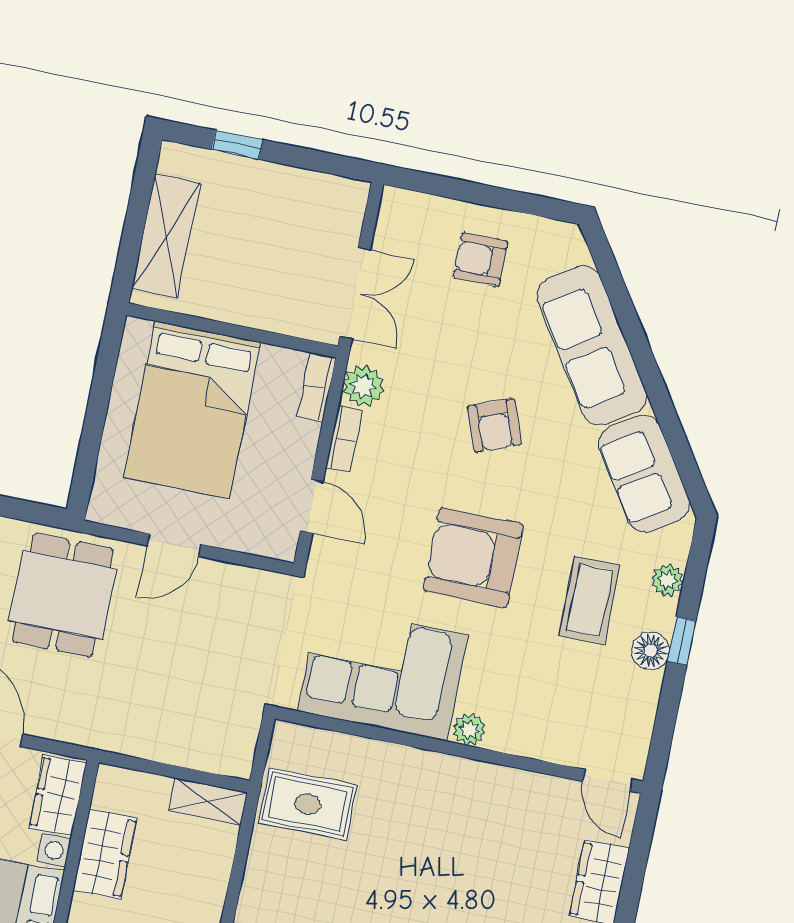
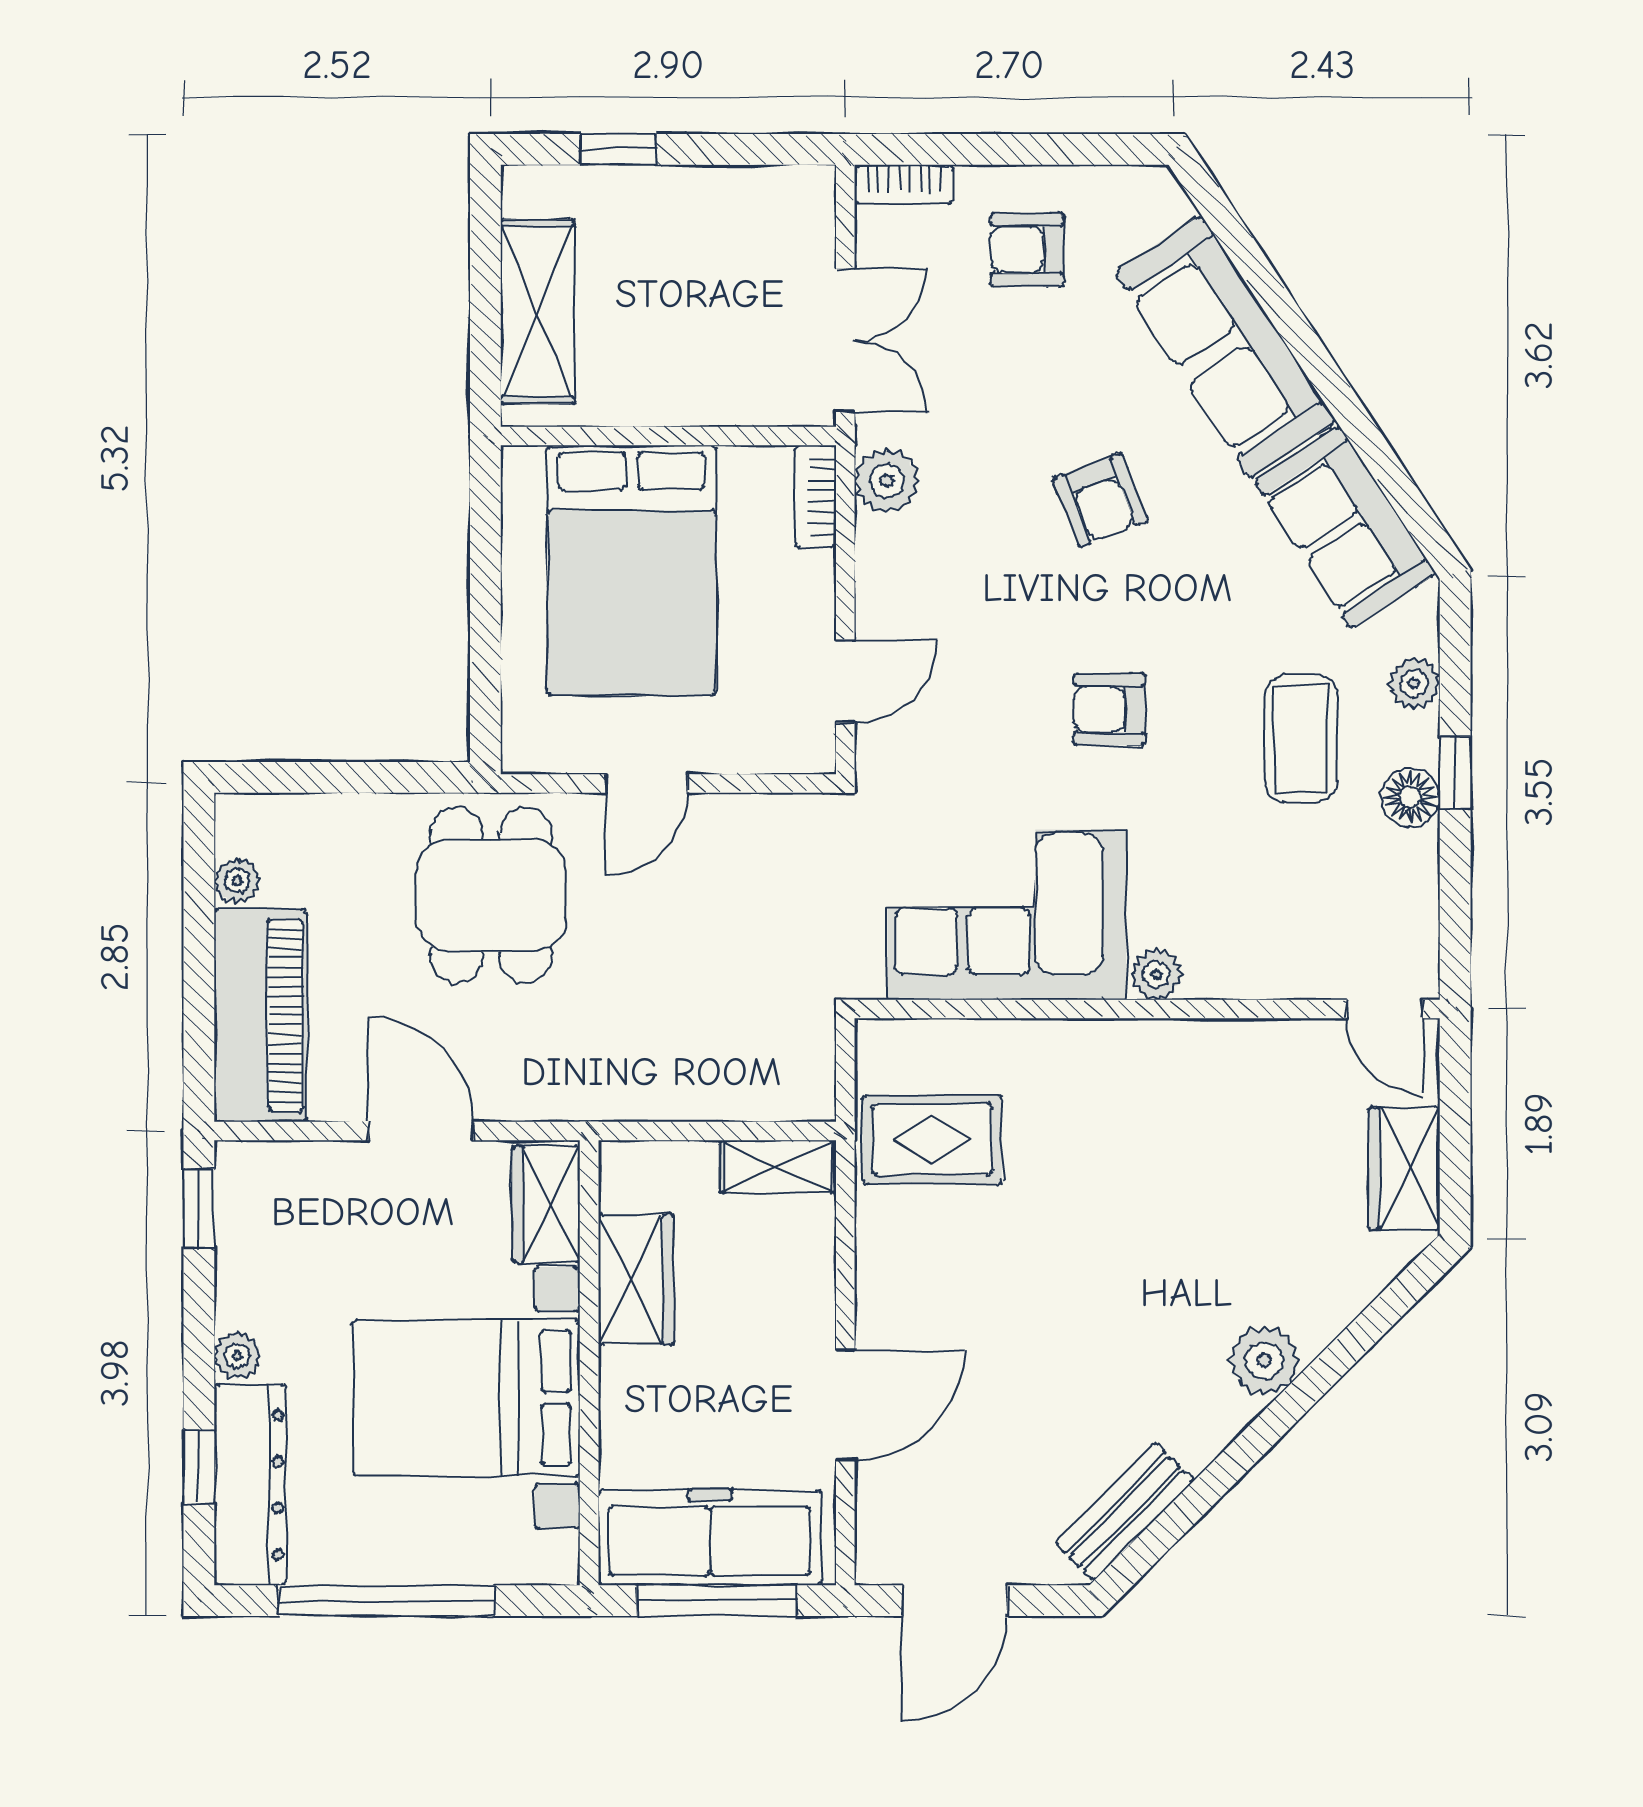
bookcase: (344, 439) -> (904, 184), moved, turned 90
door: (312, 506) -> (845, 681), hinge flipped
armchair: (473, 558) -> (1109, 709), width x0.53, depth x0.53

